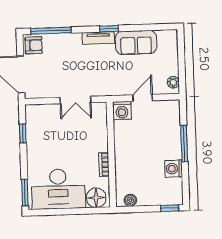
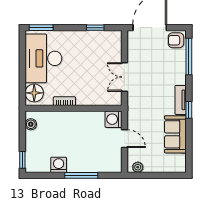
armchair: (34, 45) -> (176, 40), turned 90

